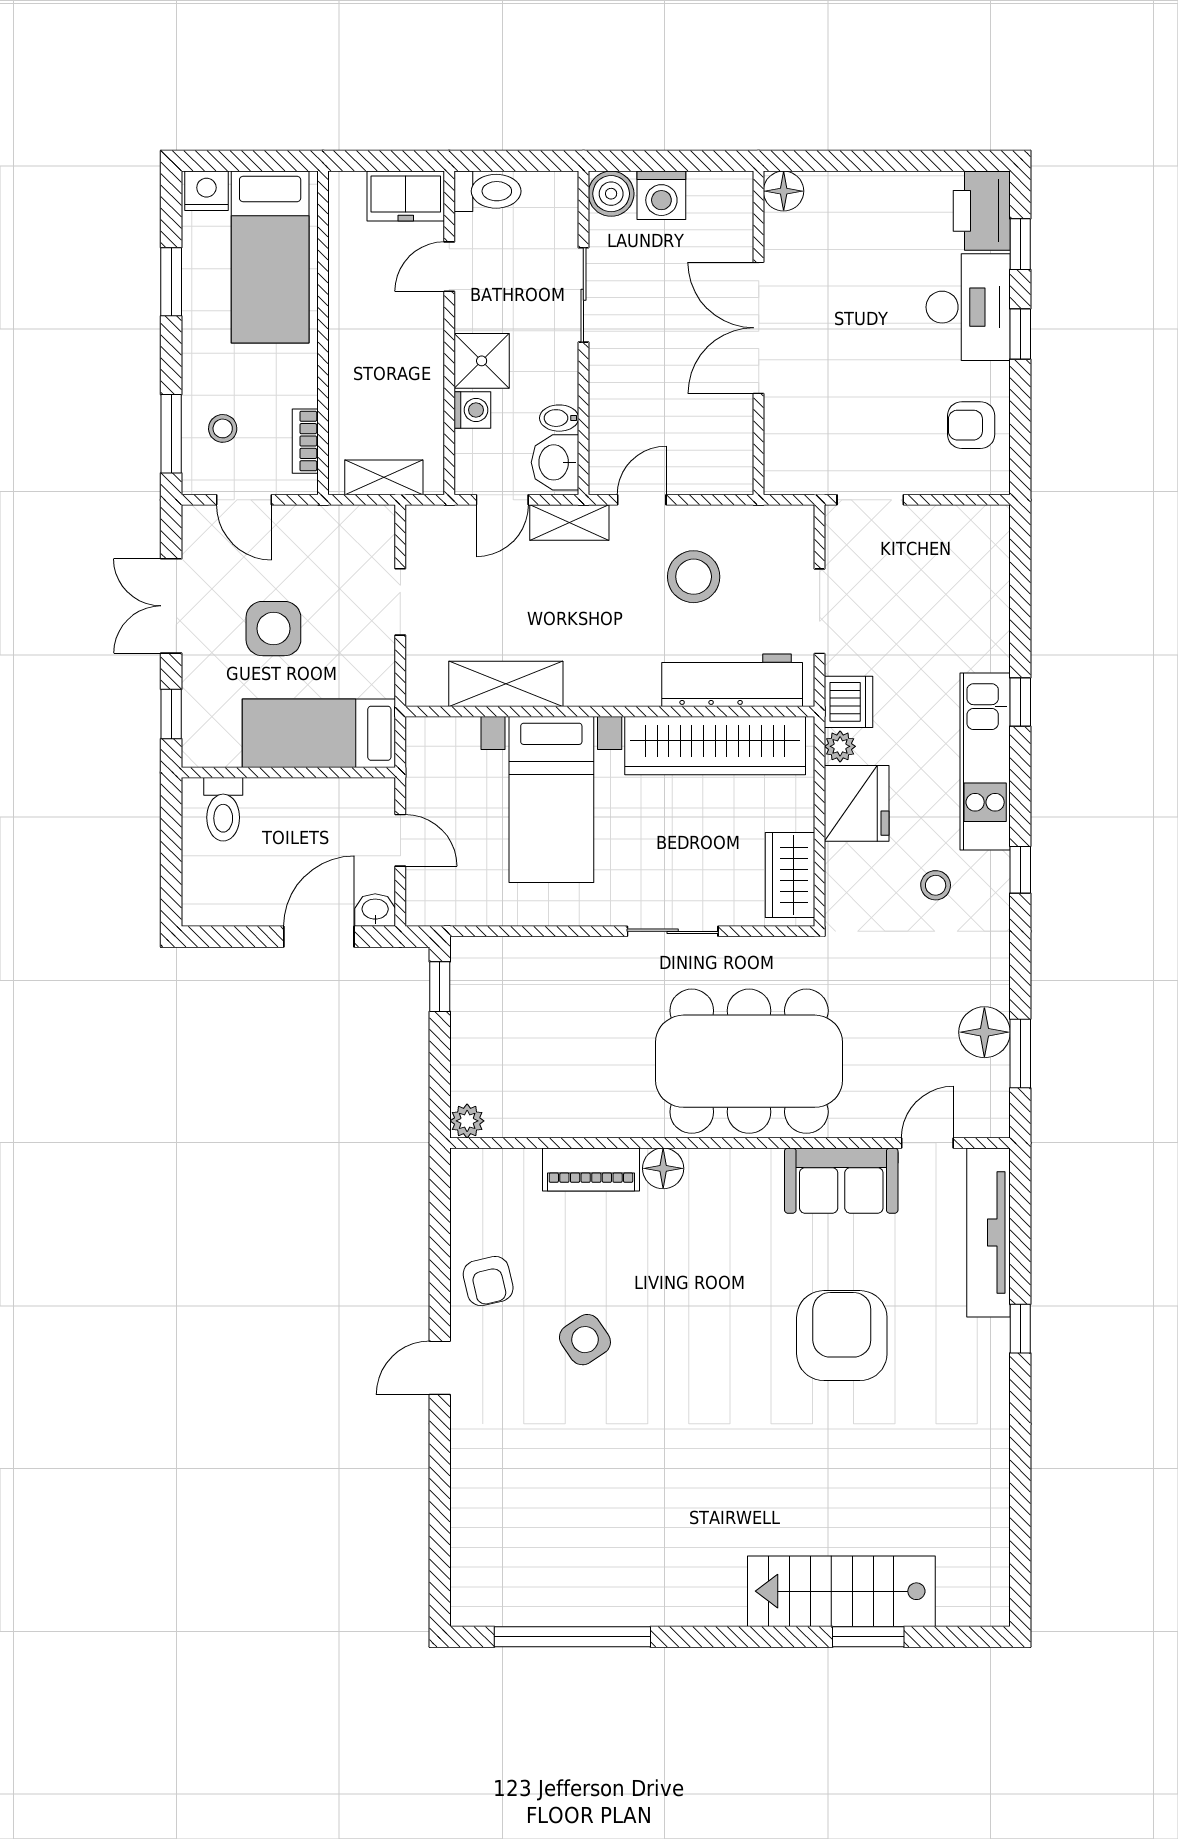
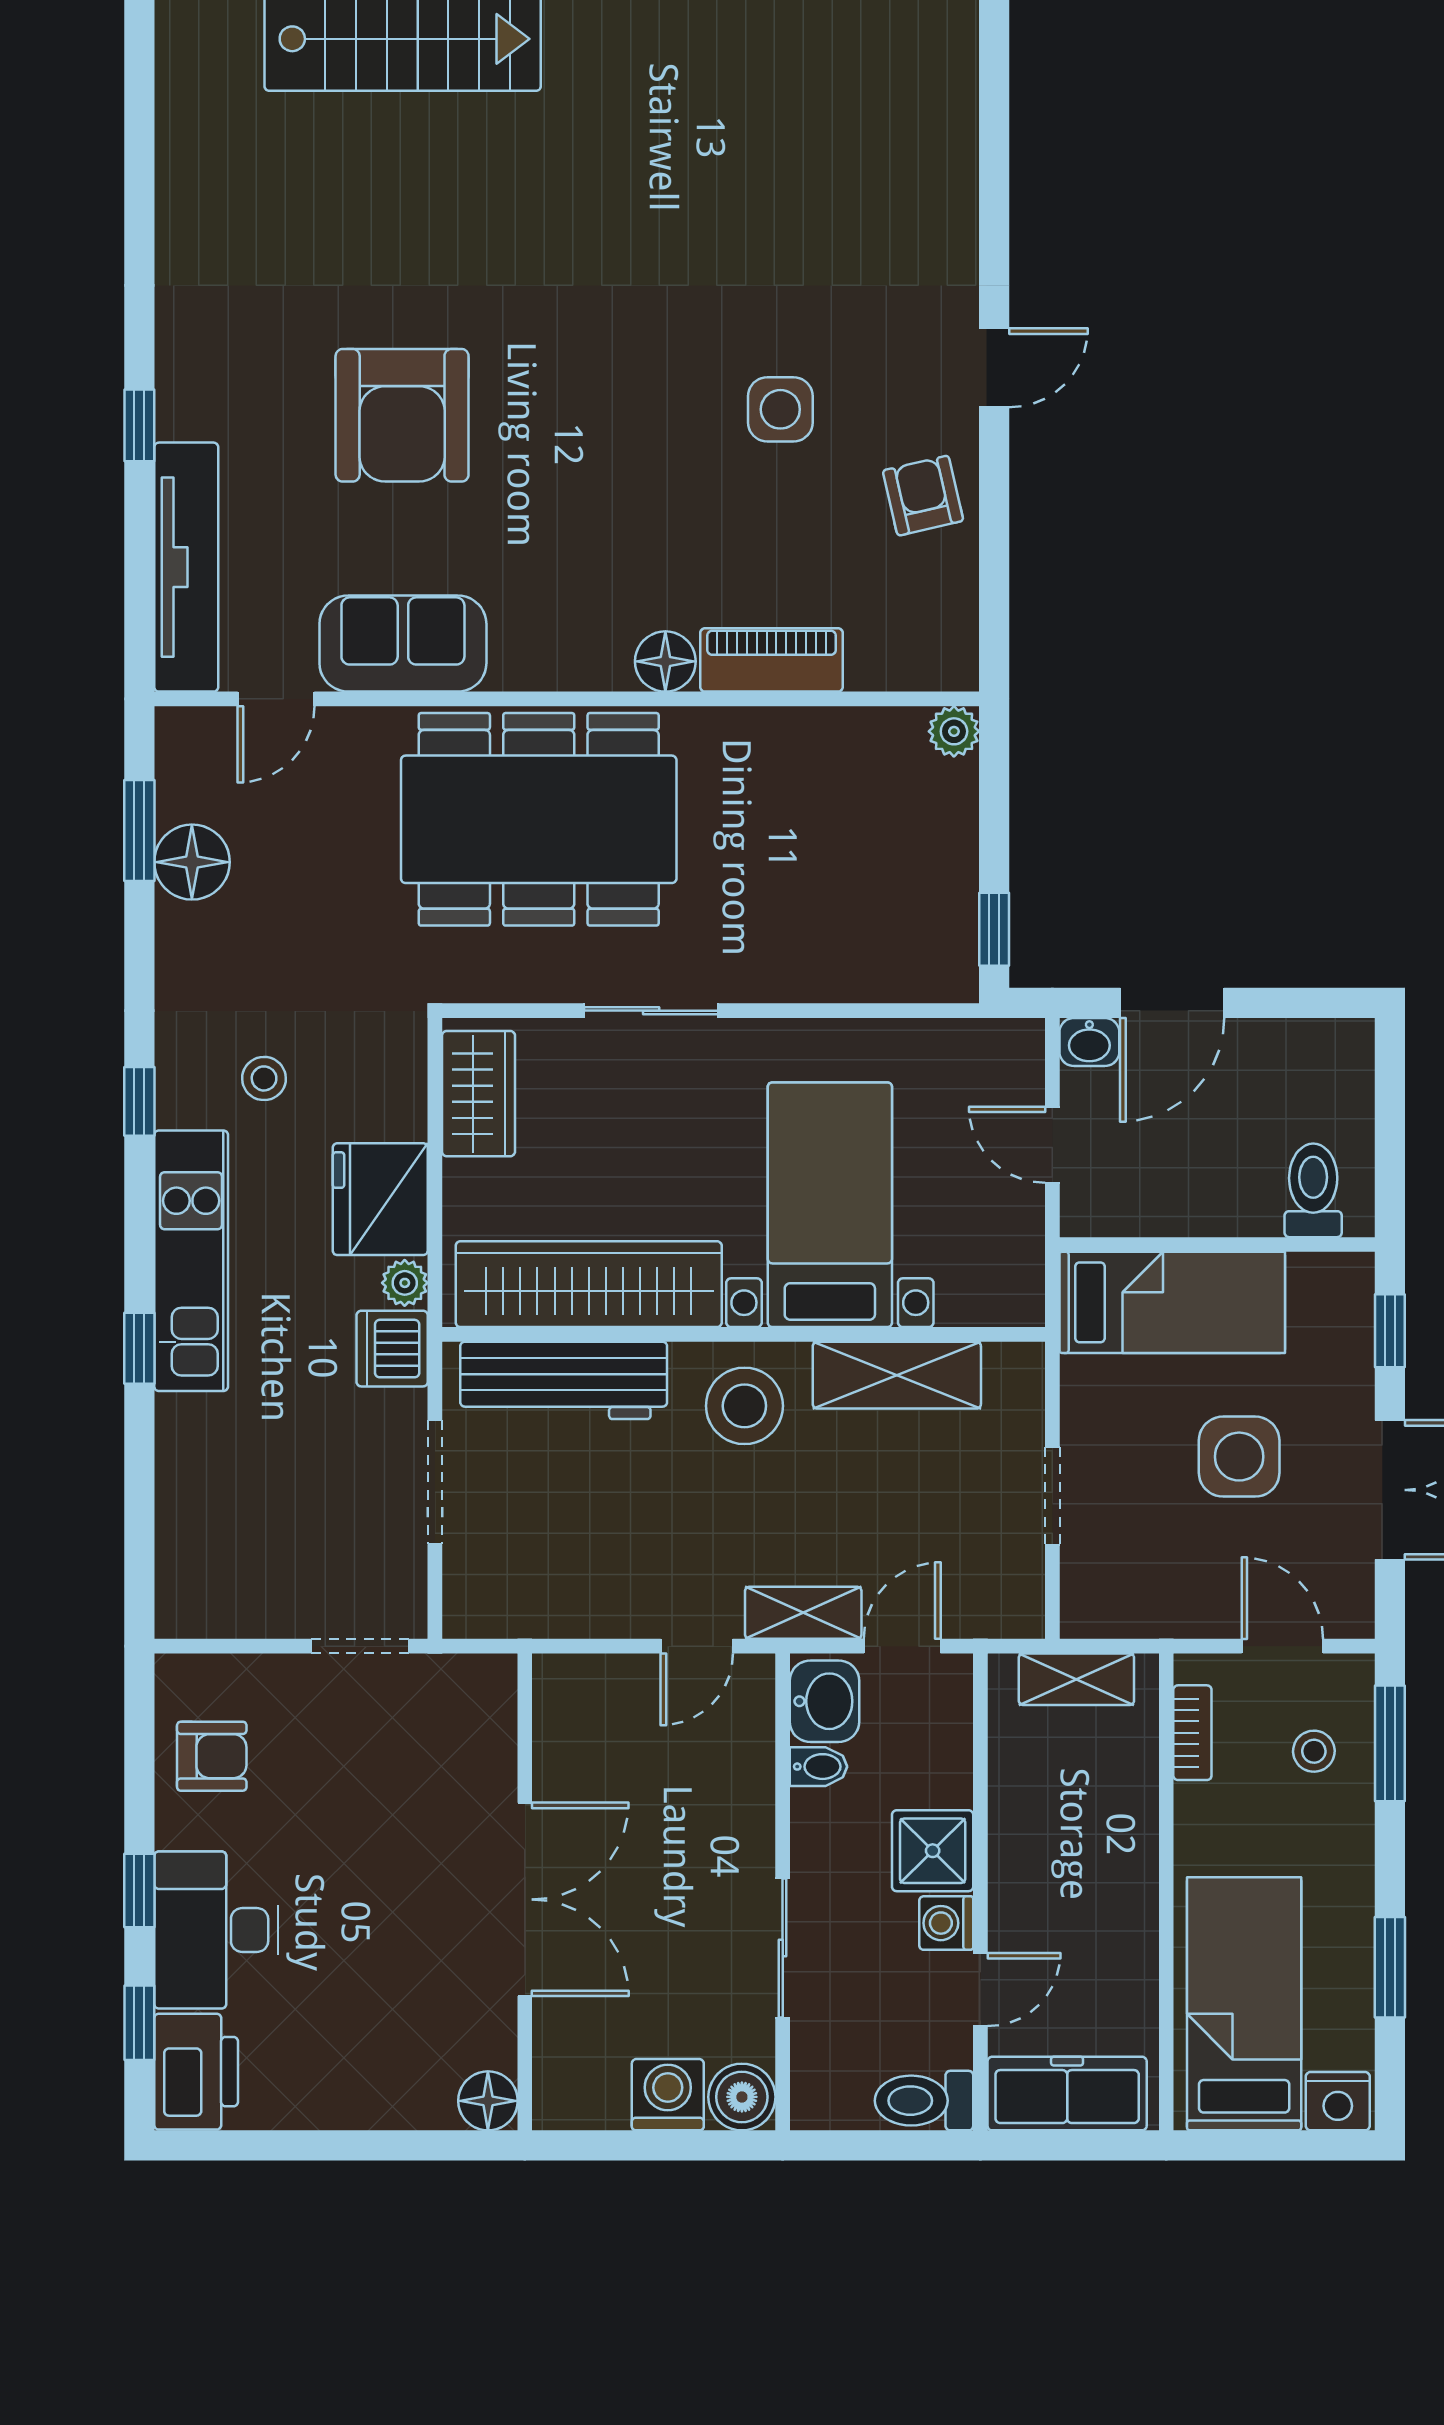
freezer: (406, 196) -> (1067, 2094), width x1.40
washing machine: (472, 410) -> (946, 1923), moved
stool: (694, 577) -> (744, 1406), moved
side table: (585, 1340) -> (780, 409), turned 34

